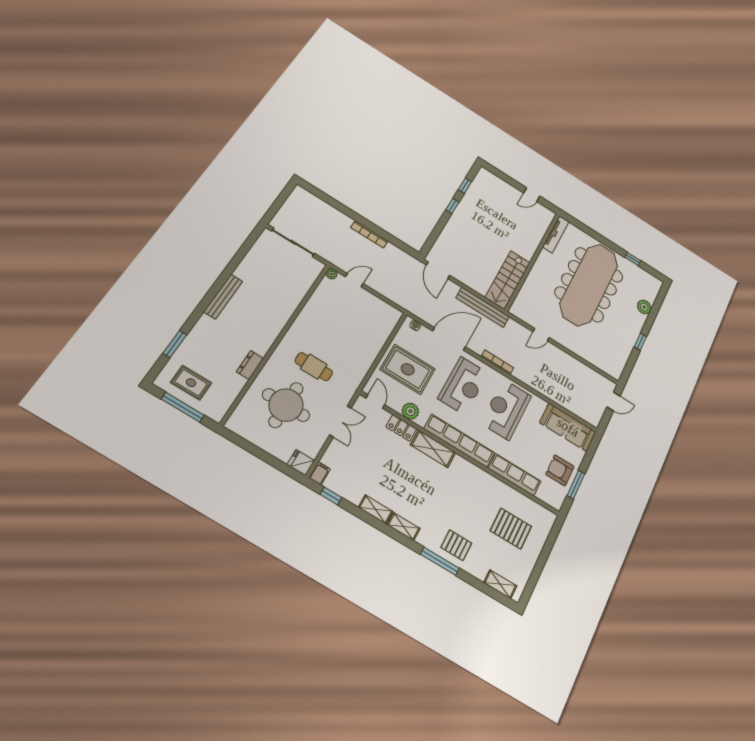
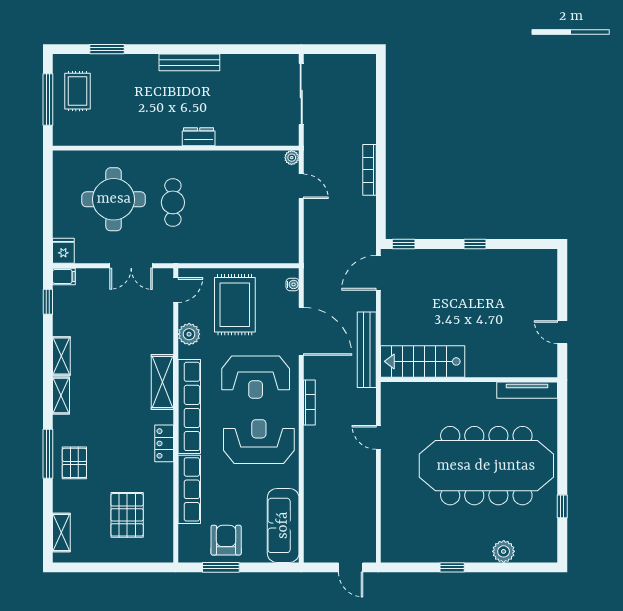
window: (465, 186) -> (404, 244), moved
dresser: (250, 365) -> (199, 137), moved
locker: (401, 428) -> (164, 443), moved

